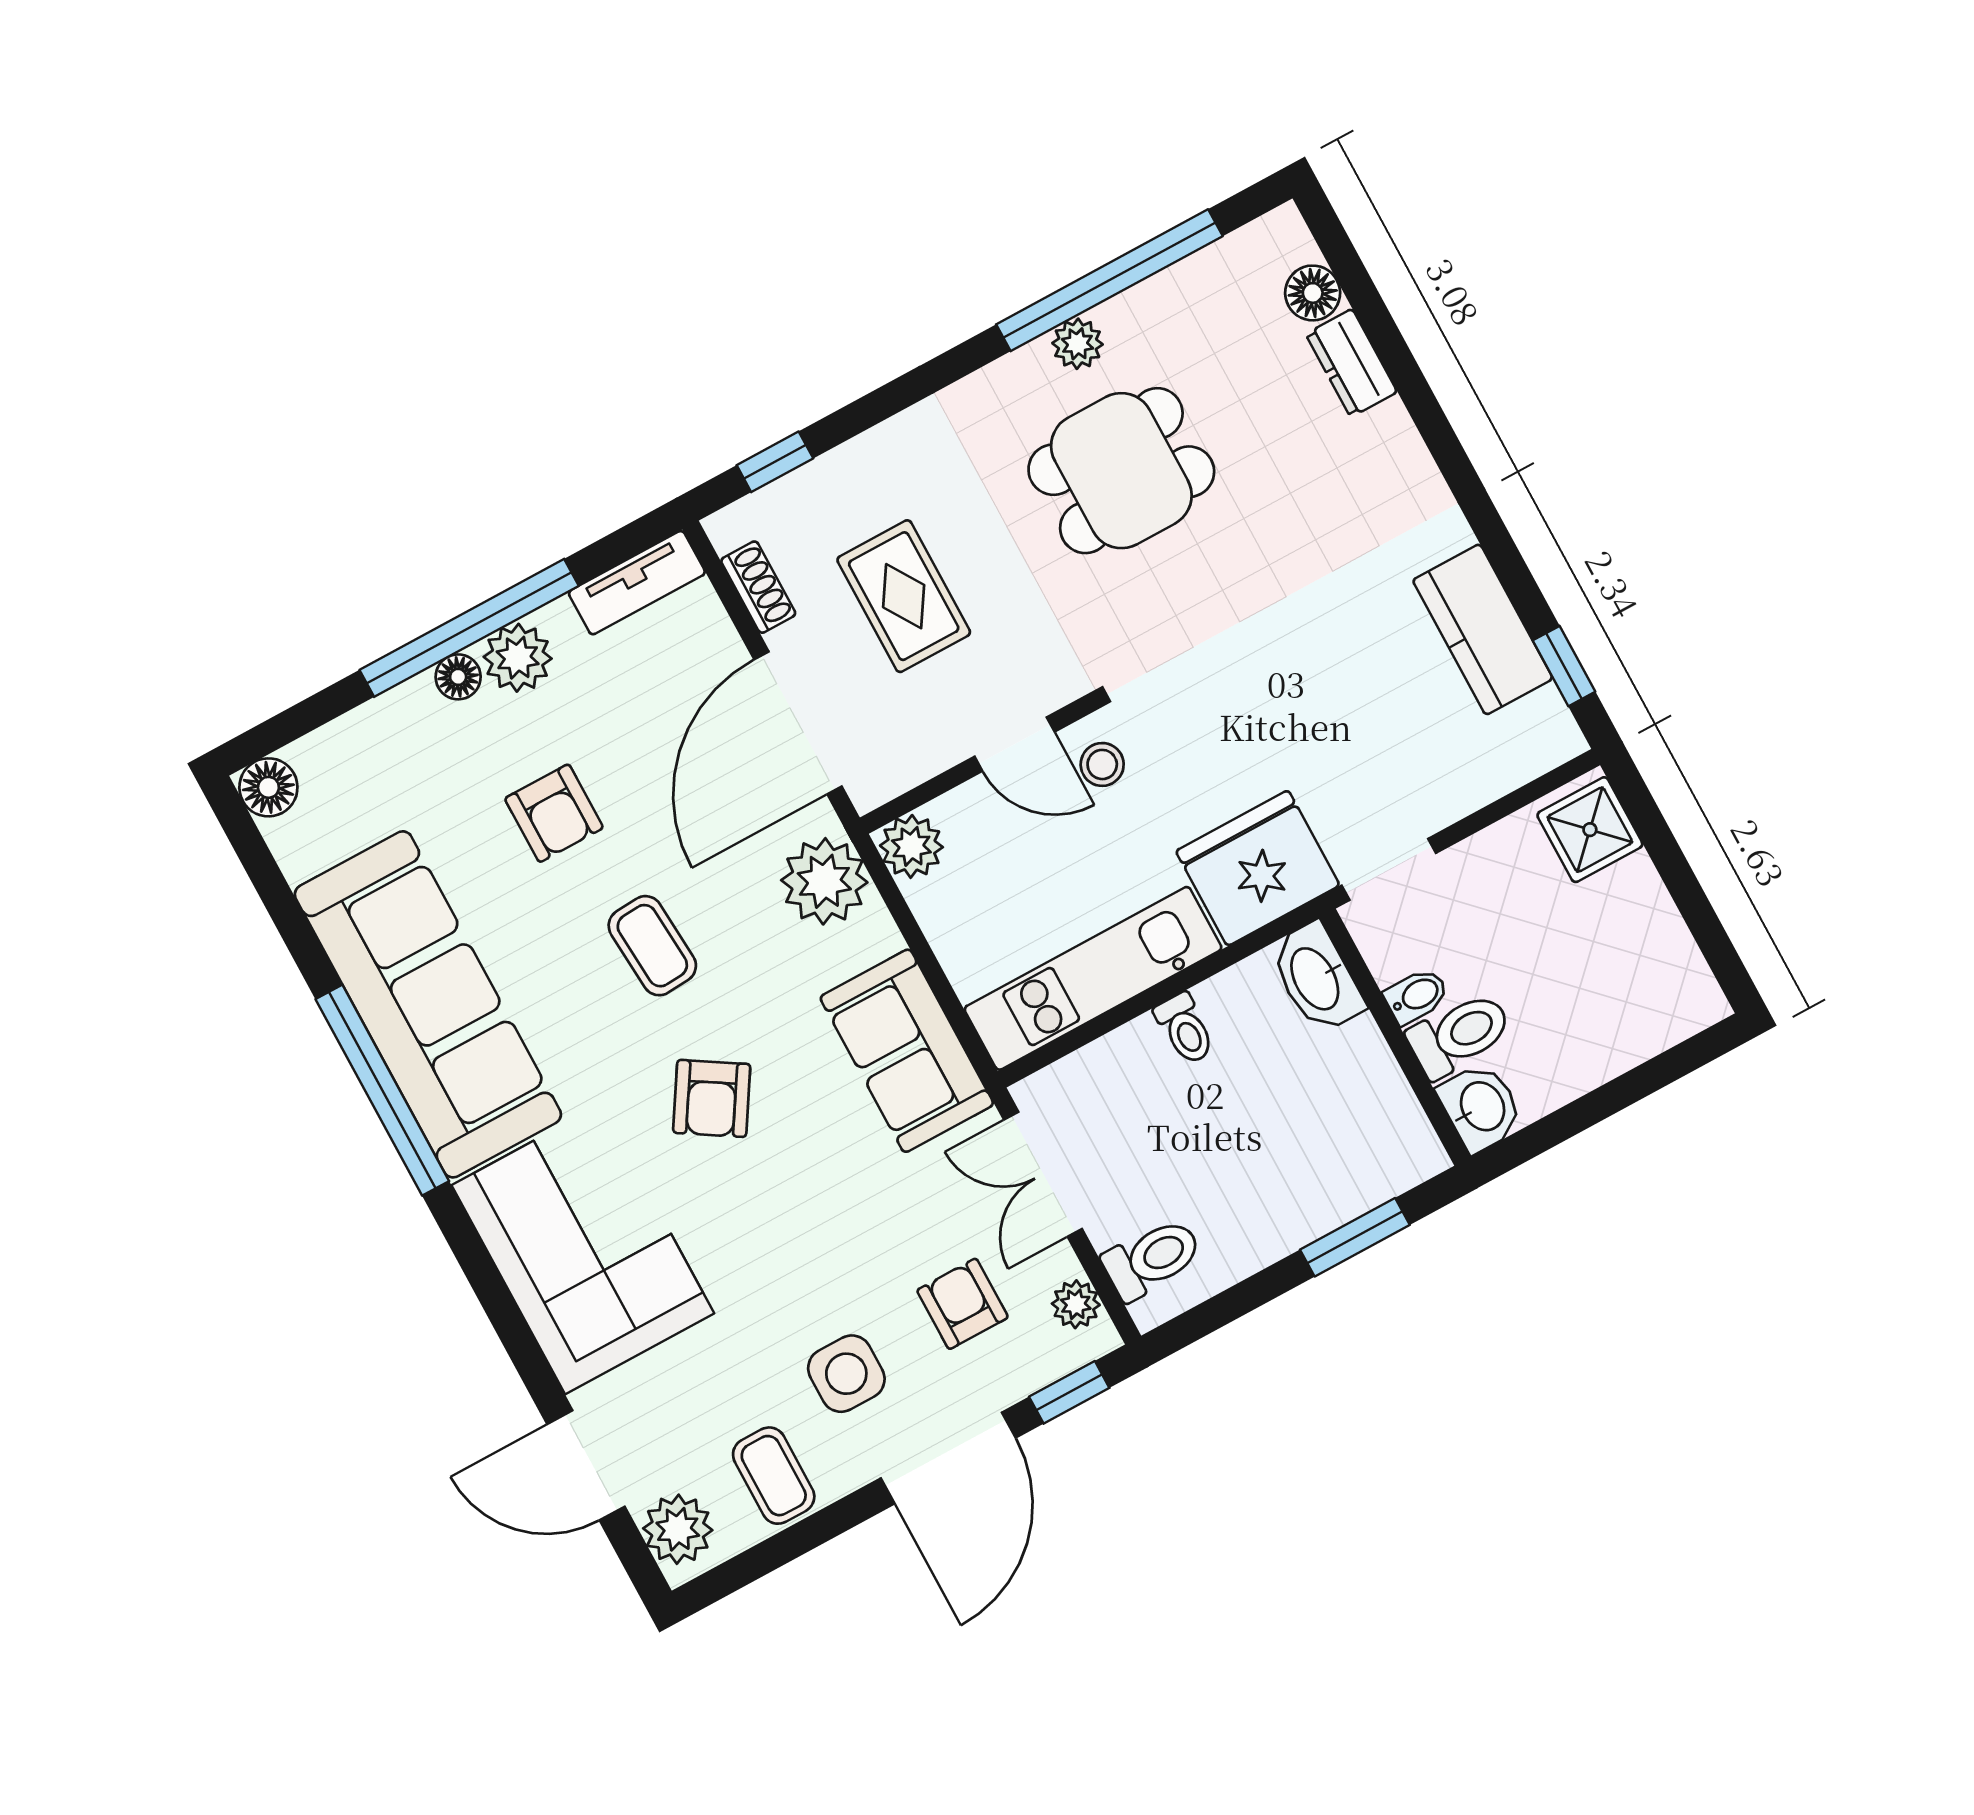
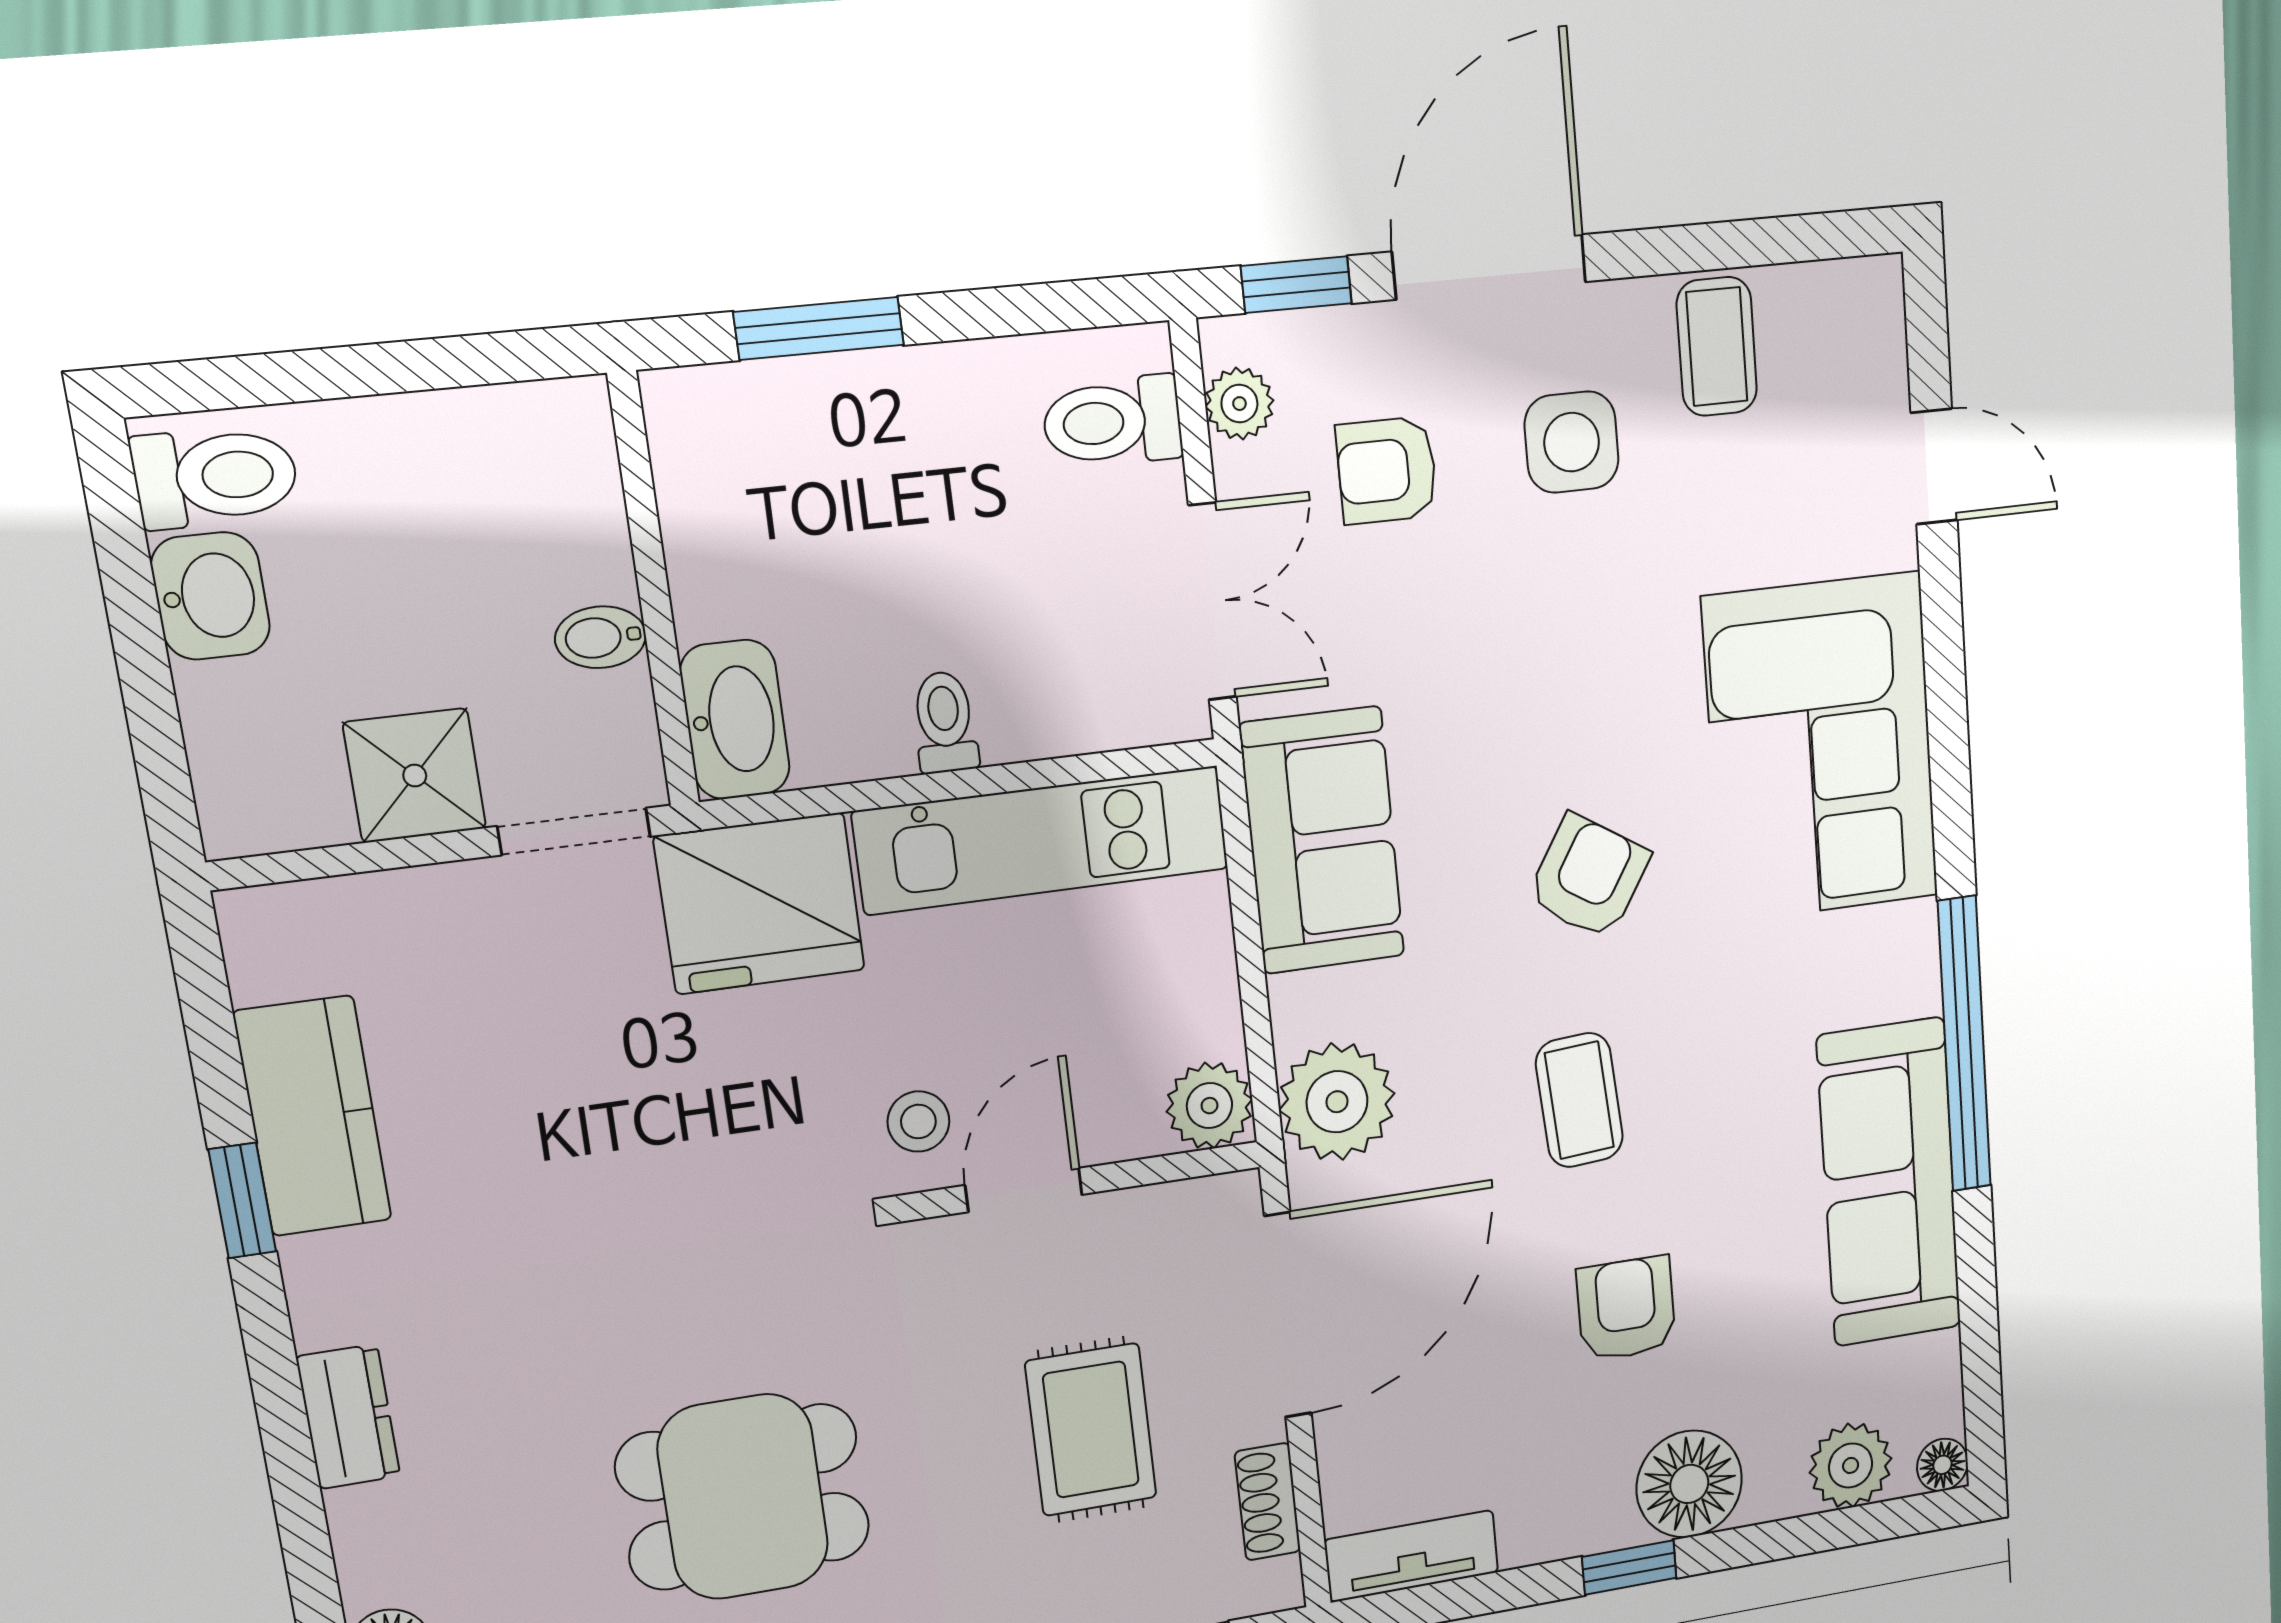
dresser: (1351, 363) -> (348, 1417), moved
window: (469, 628) -> (1629, 1567), width x0.32
plant: (518, 658) -> (1851, 1465), moved
window: (1564, 666) -> (242, 1201), moved
floor lamp: (458, 677) -> (1689, 1484), width x1.89, depth x1.89
door: (1015, 744) -> (1024, 1190), hinge flipped
floor lamp: (268, 787) -> (1942, 1465), width x0.73, depth x0.73
shower: (1590, 830) -> (415, 776), moved
sofa: (428, 1004) -> (1889, 1183), width x0.74, depth x0.79
toilet: (1460, 1035) -> (216, 477), moved, turned 180
washbasin: (1481, 1107) -> (211, 596), moved, turned 180
armchair: (962, 1304) -> (1387, 470), turned 90
door: (586, 1465) -> (1934, 467), width x0.73
plant: (678, 1529) -> (1862, 330), removed

